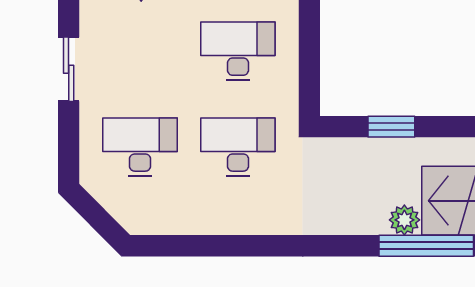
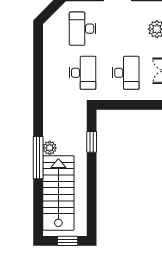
desk: (140, 147) -> (83, 29), turned 180

